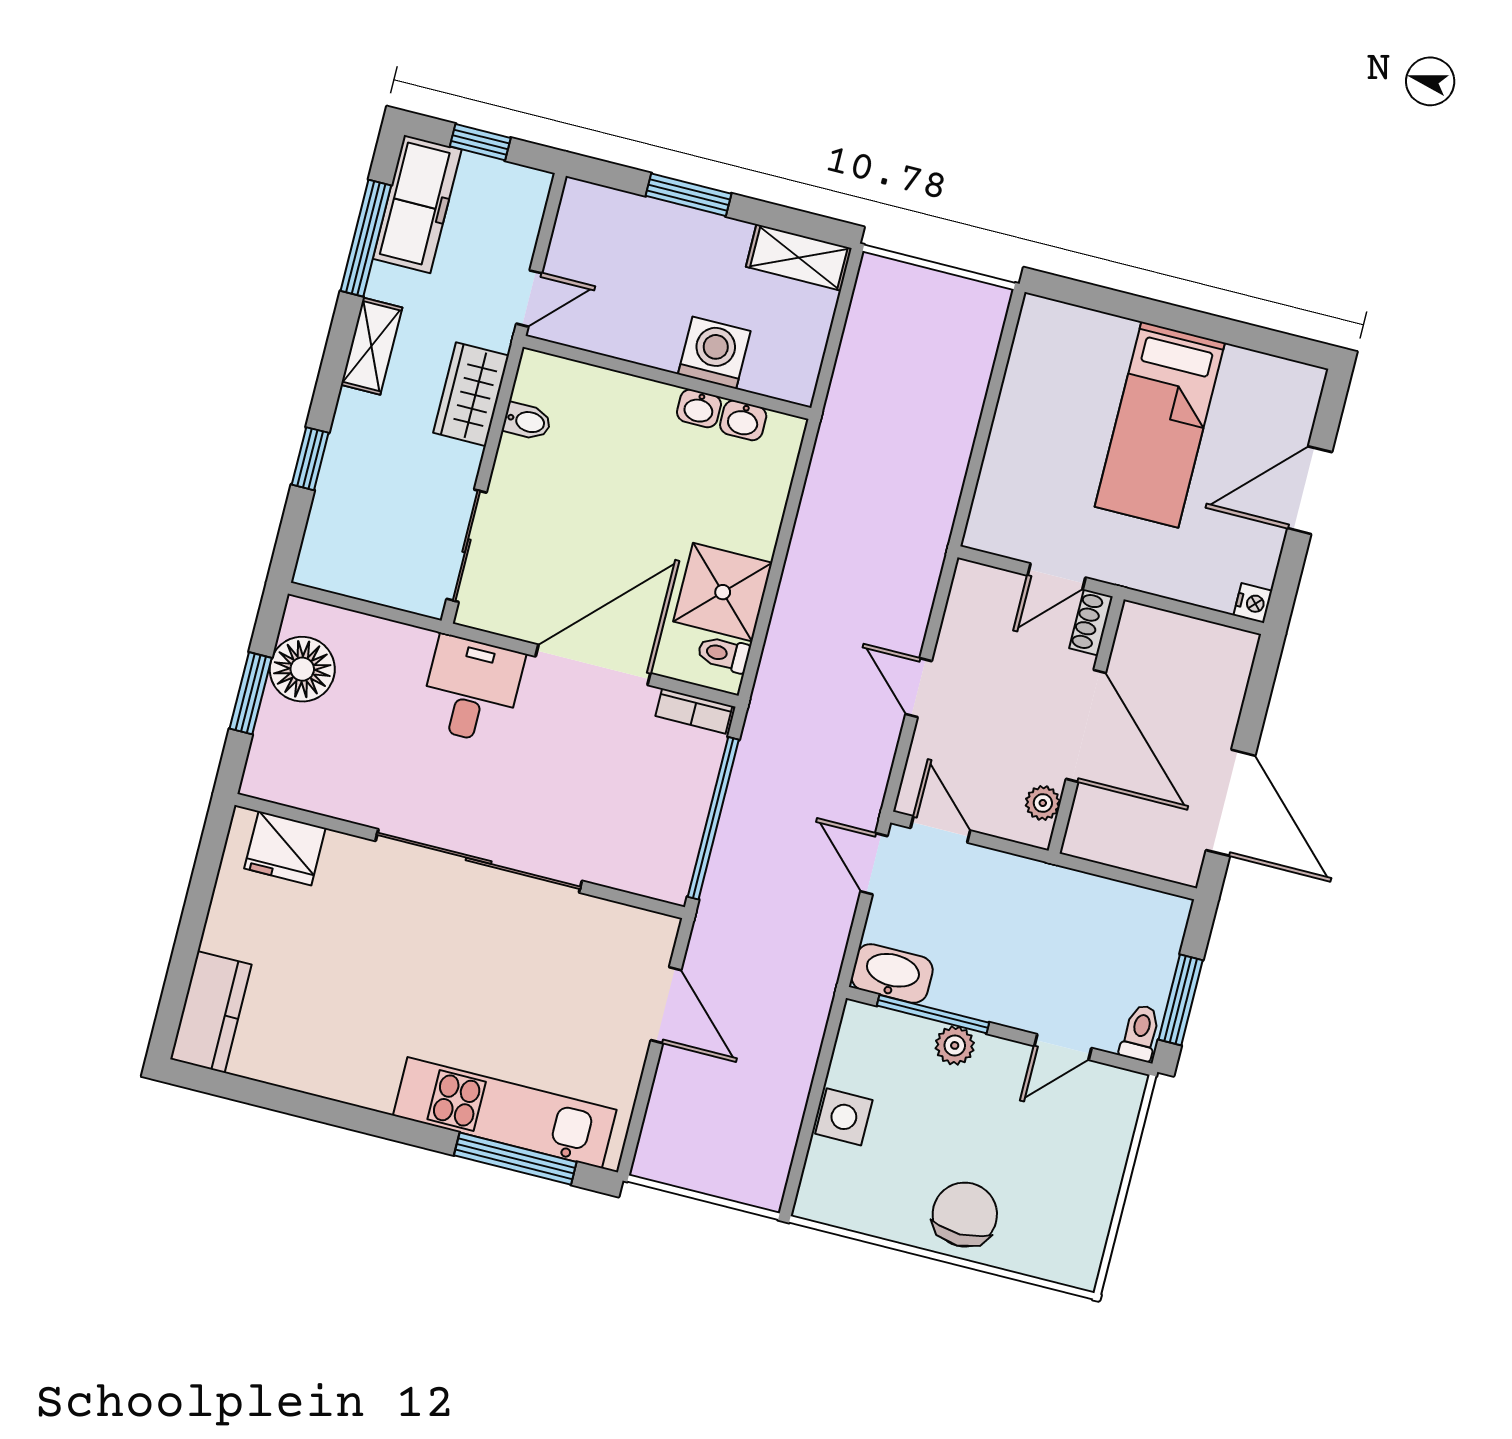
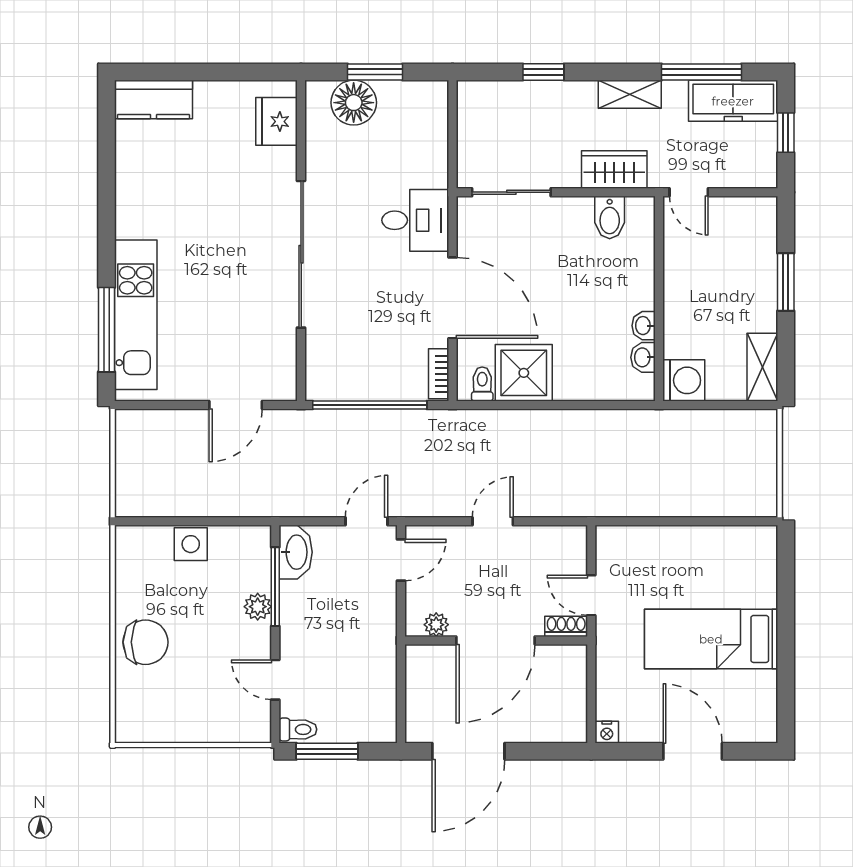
washing machine: (714, 353) -> (684, 380), moved
bidet: (527, 421) -> (610, 218), width x1.38, depth x1.36
floor lamp: (302, 669) -> (354, 103), moved

